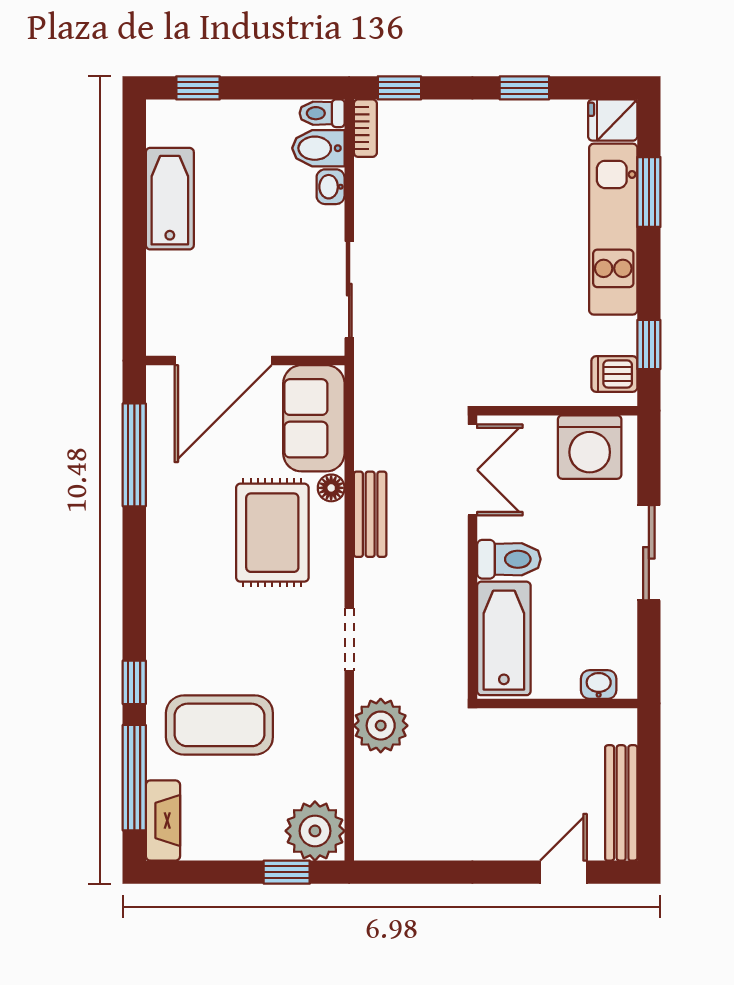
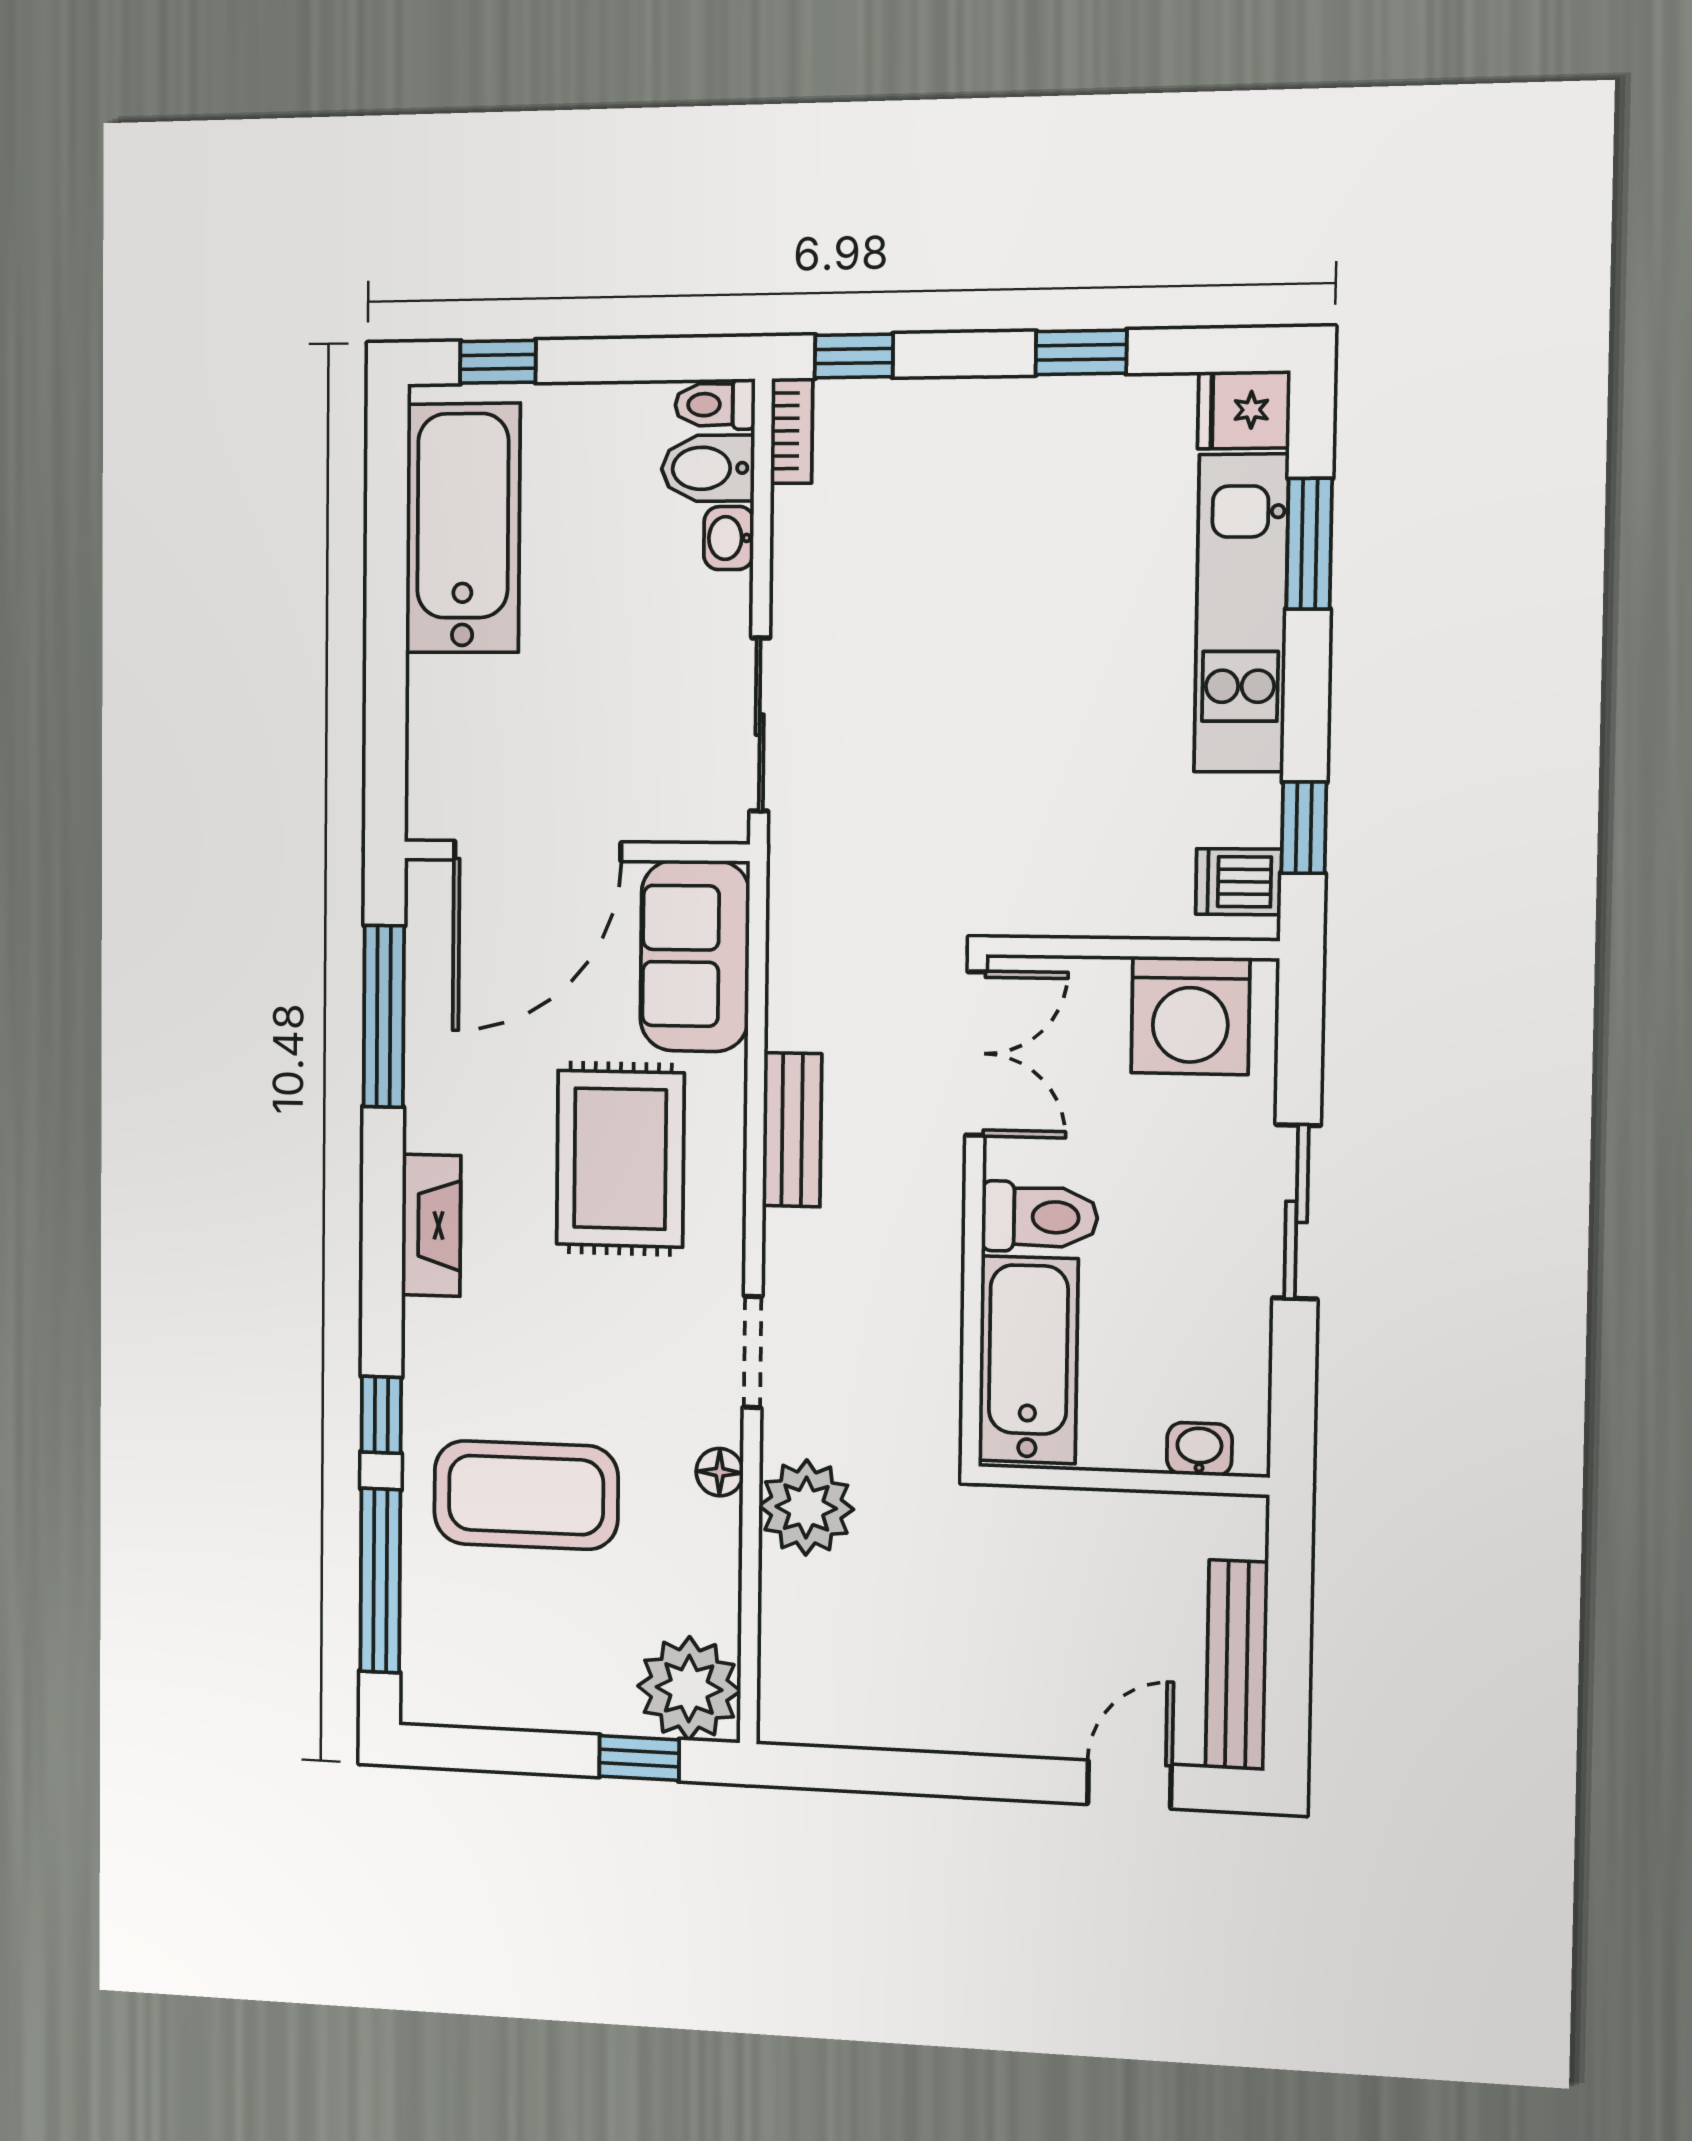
bathtub: (170, 199) -> (463, 528), width x1.36, depth x1.36
floor lamp: (331, 488) -> (720, 1472), moved
fireplace: (163, 821) -> (431, 1225), moved

